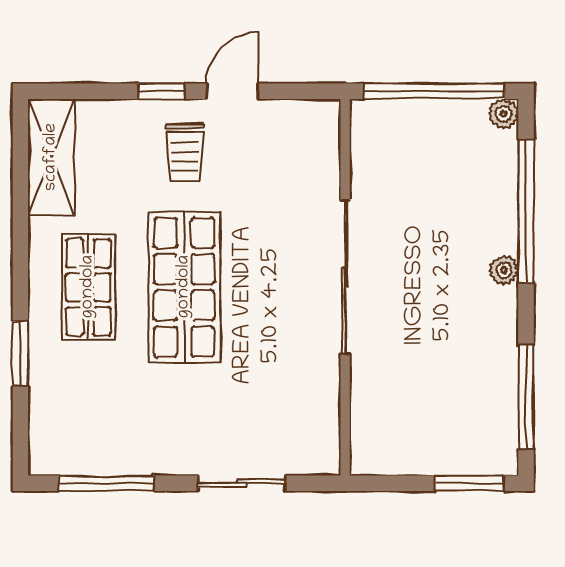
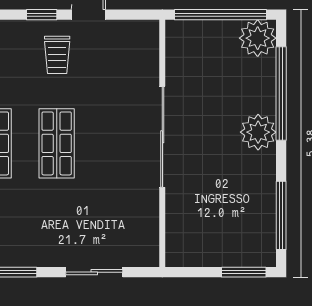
plant: (503, 114) -> (258, 38), width x1.88, depth x1.88
plant: (504, 270) -> (258, 132), width x1.88, depth x1.88
shop shelf: (184, 287) -> (57, 143), width x0.70, depth x0.74

